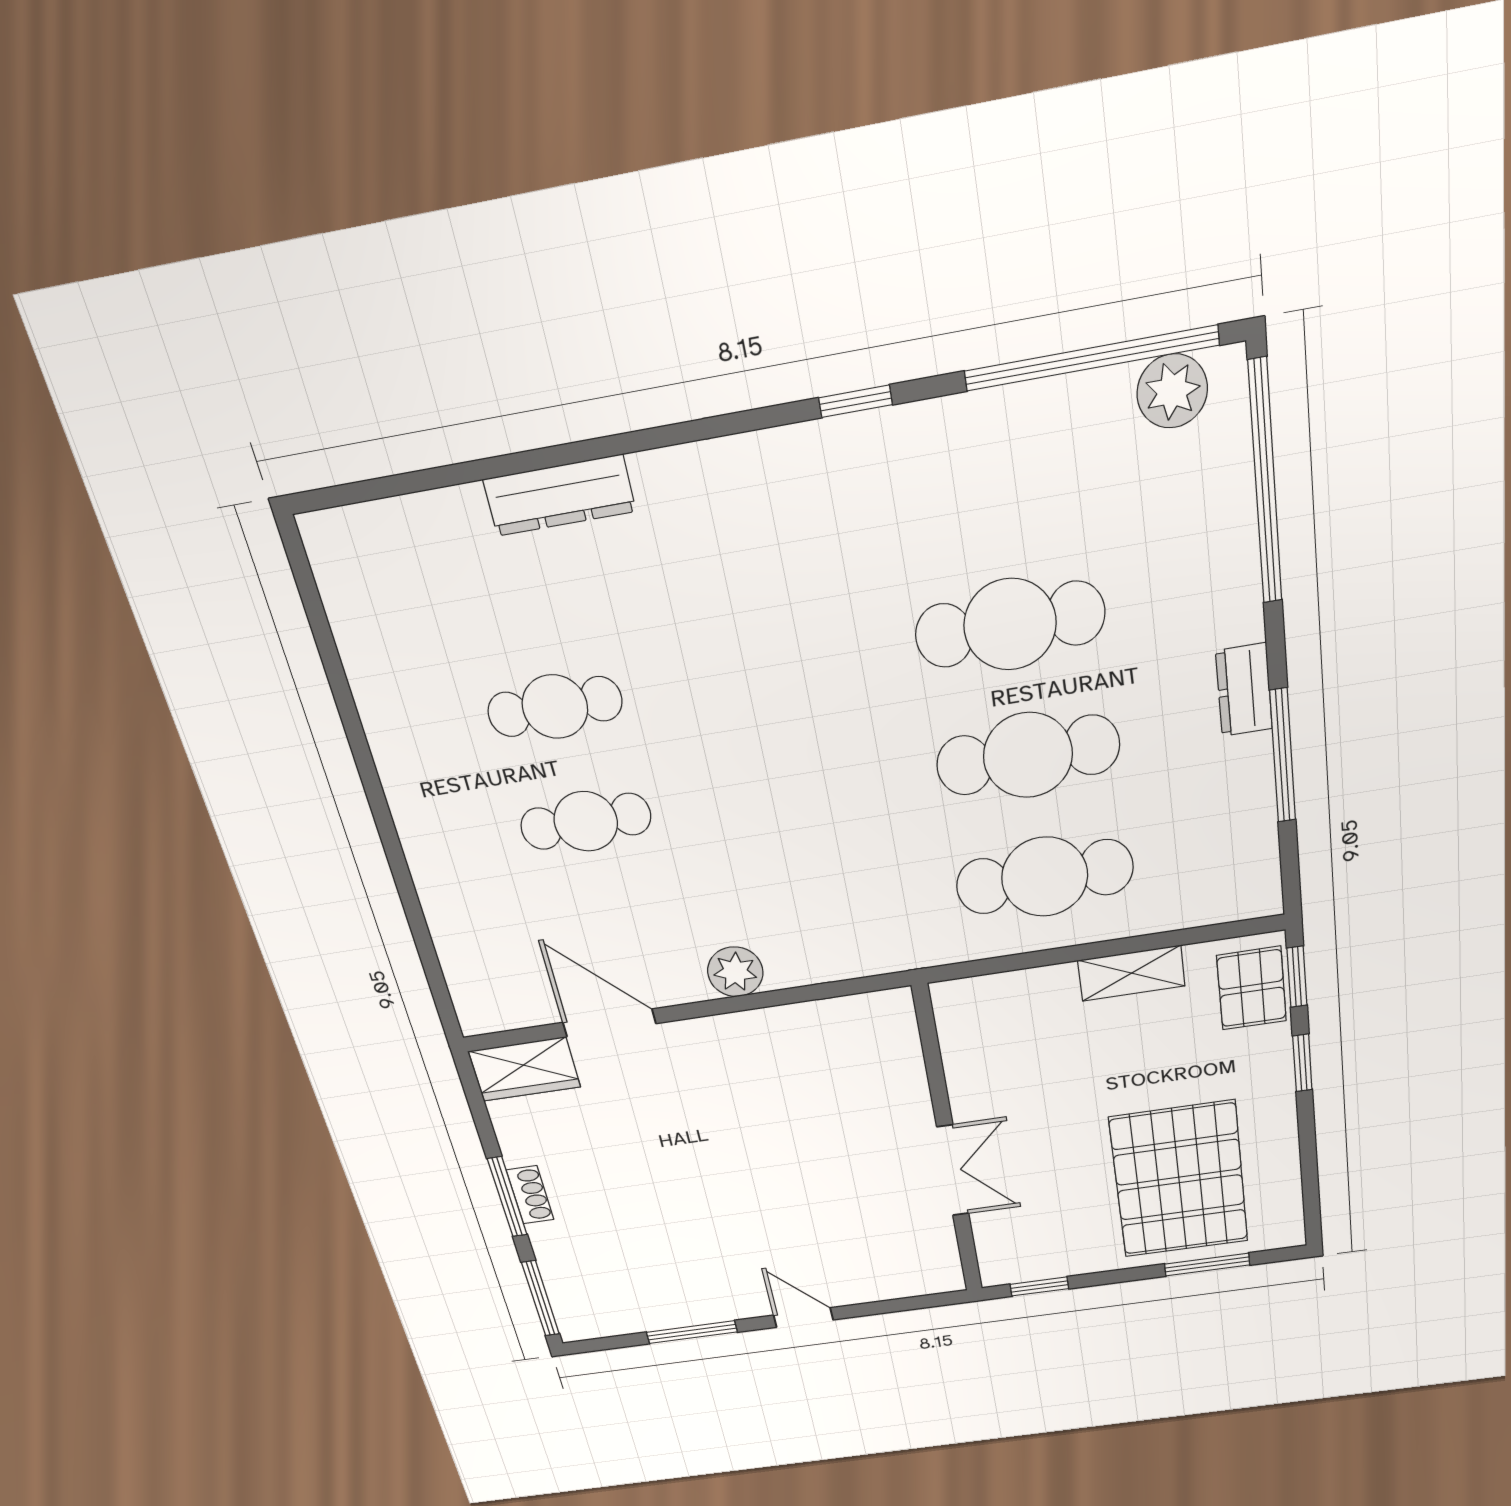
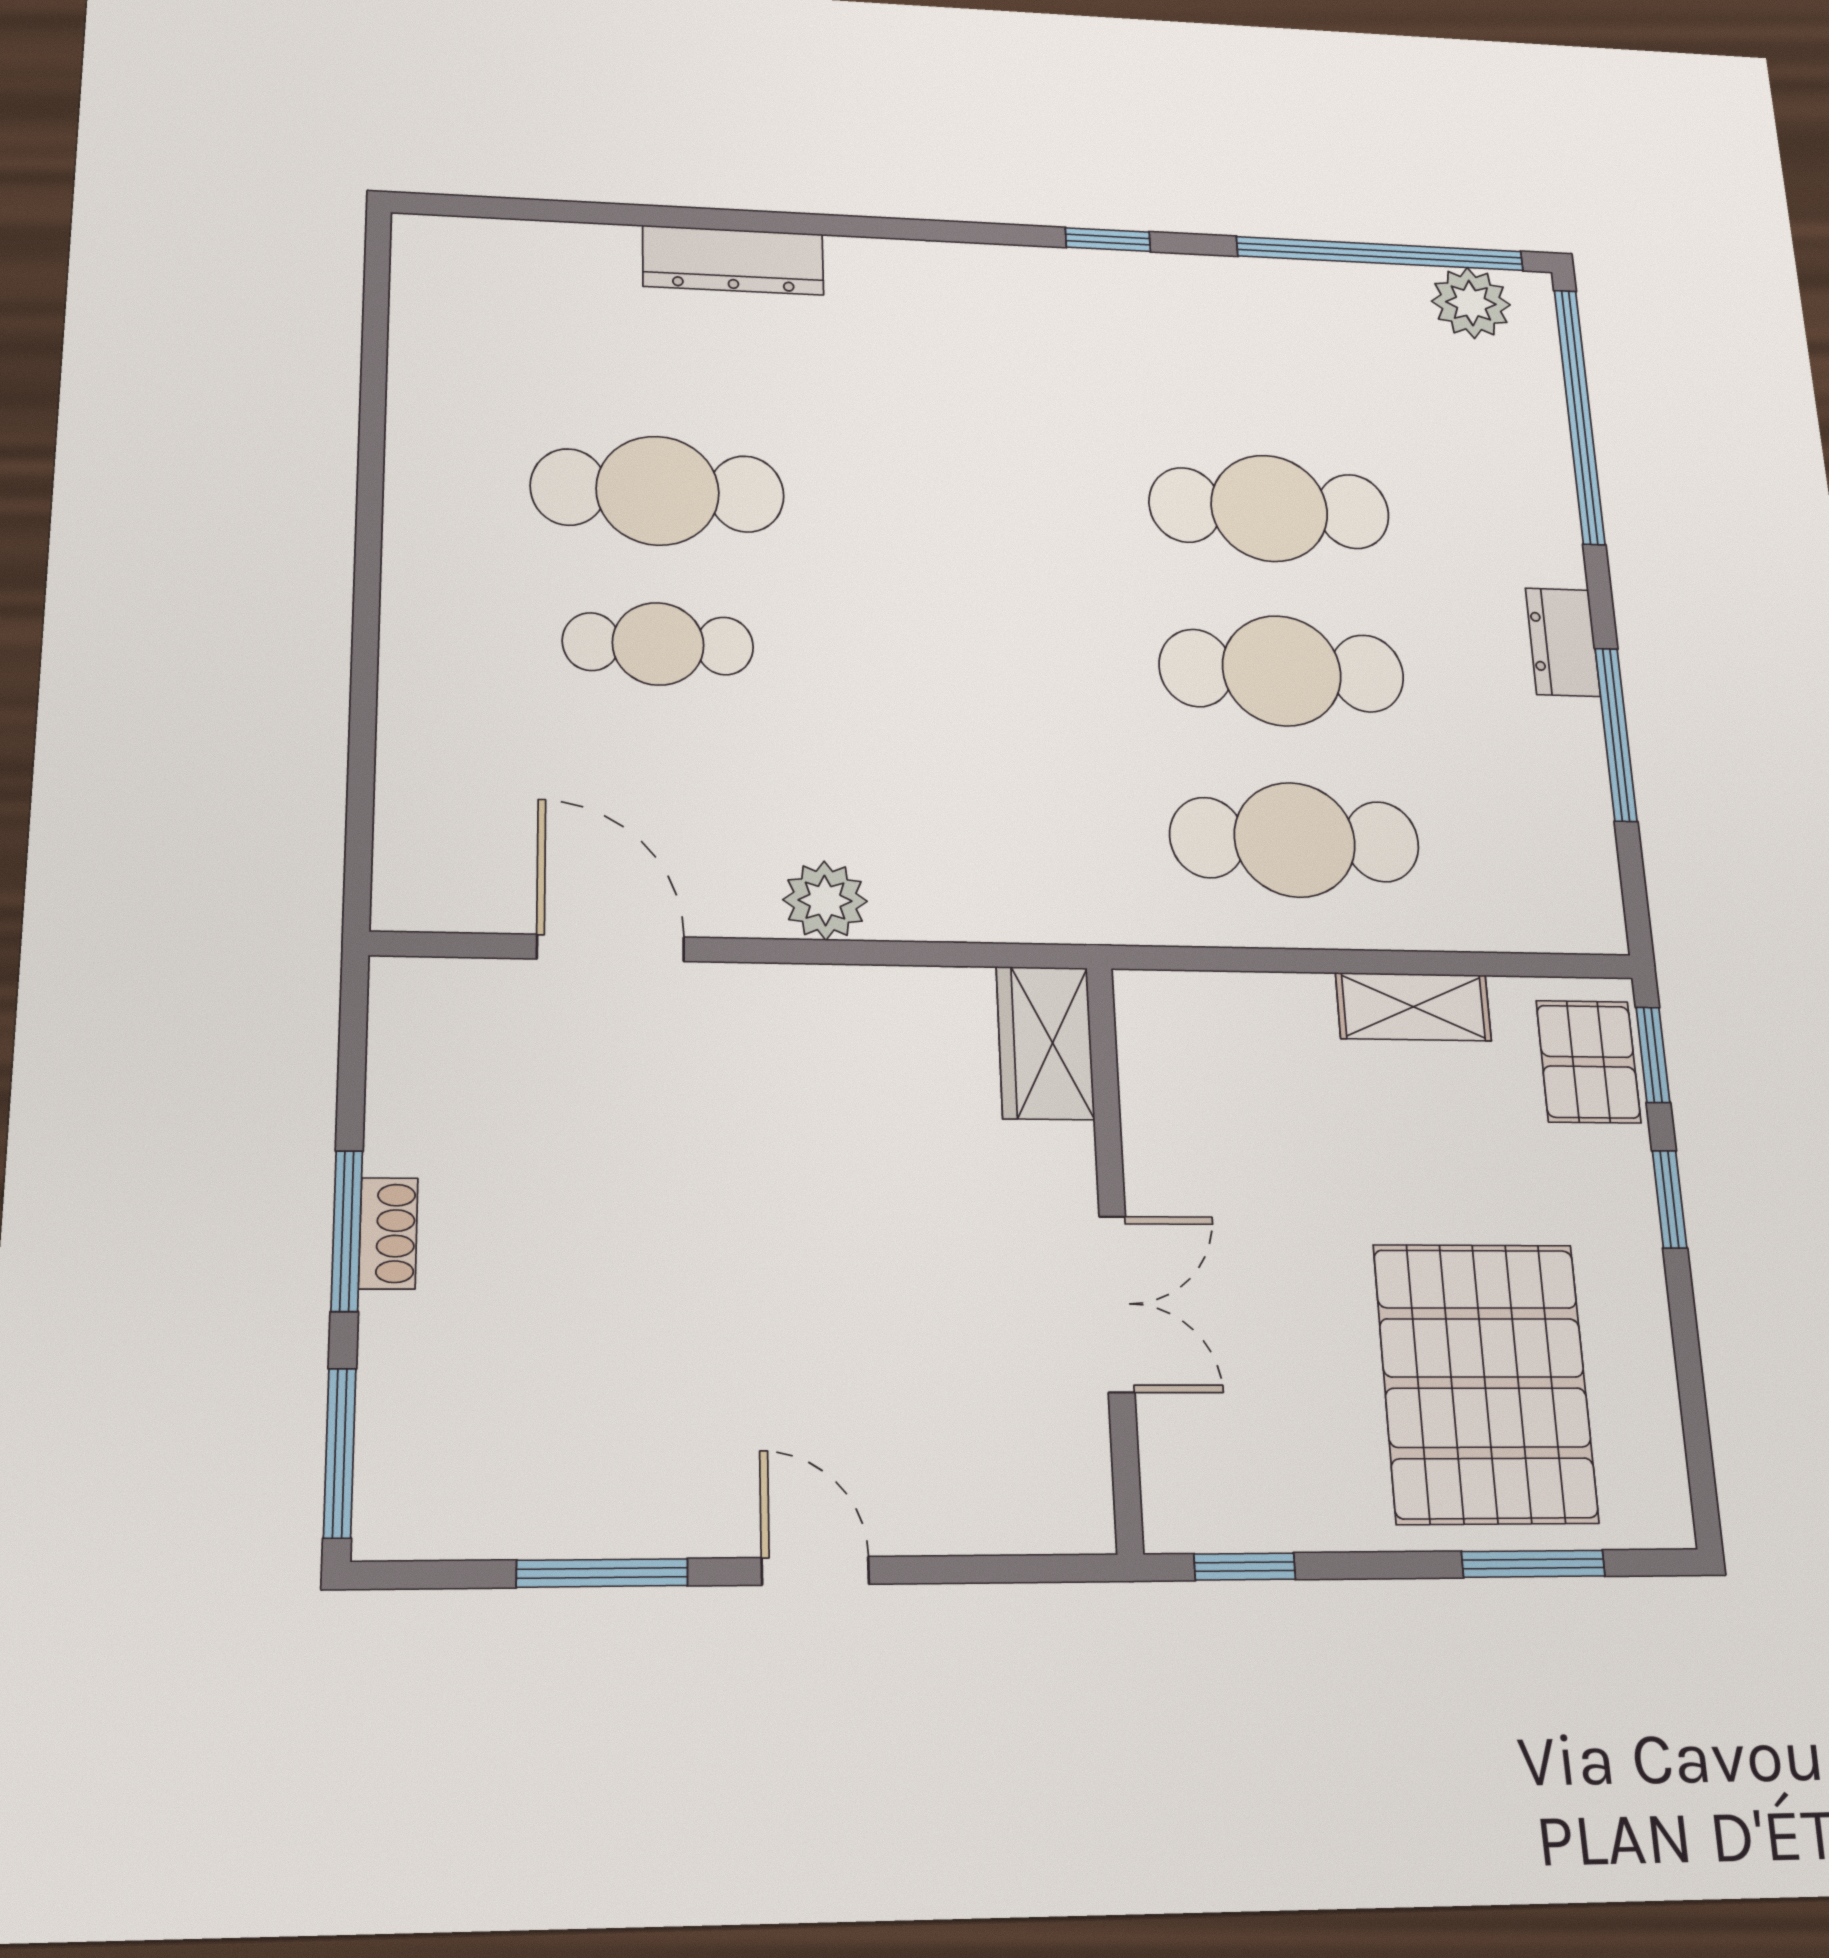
cafe table: (555, 707) -> (658, 491), width x1.37, depth x1.35
wardrobe: (525, 1069) -> (1045, 1043), moved, turned 90

